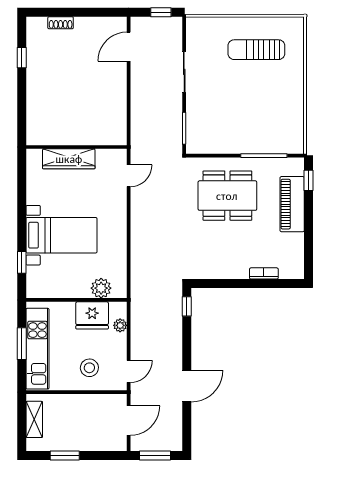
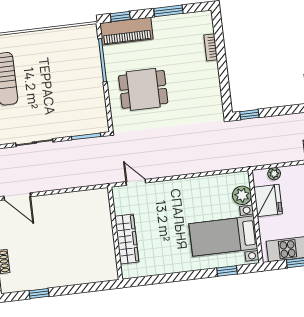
dining table: (227, 196) -> (143, 89), width x0.73
piano: (292, 204) -> (126, 31), moved
window: (309, 233) -> (168, 11), added
bed with nightstands: (61, 235) -> (223, 236), moved, turned -90

